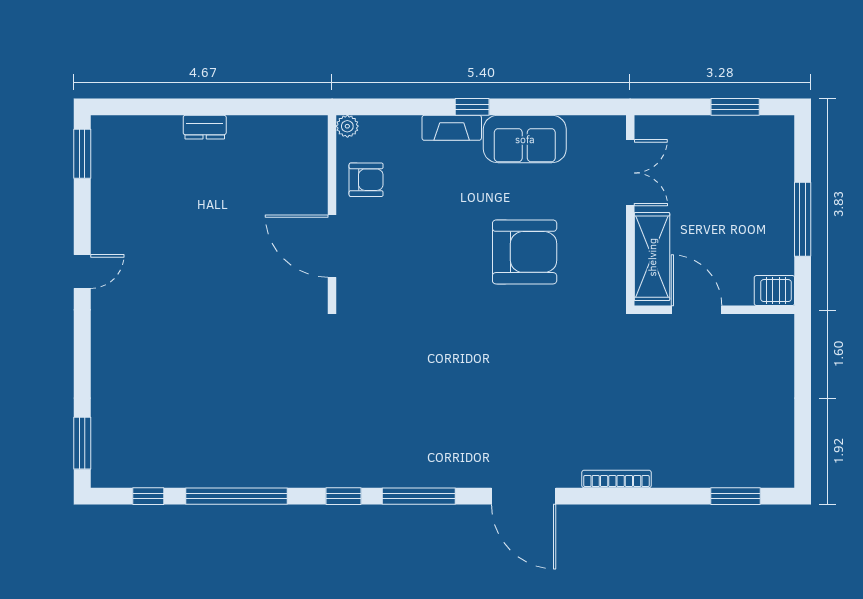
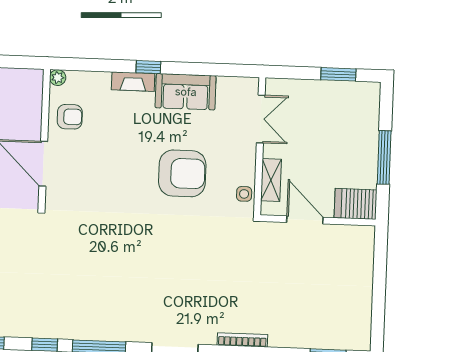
shelving: (652, 257) -> (271, 180), width x0.67, depth x0.75
side table: (611, 277) -> (244, 194), added
server rack: (774, 291) -> (356, 204), width x1.36, depth x1.44

